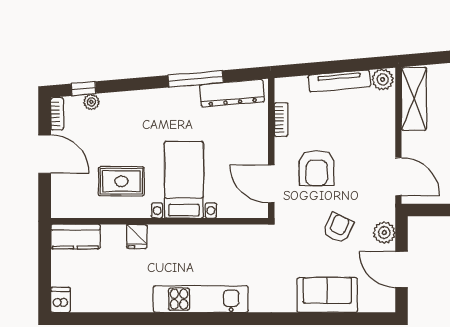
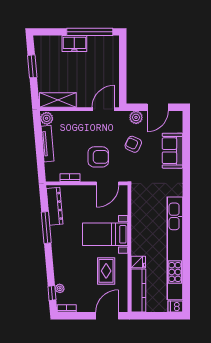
door: (45, 154) -> (107, 316), moved
kitchen counter: (75, 237) -> (138, 290), width x1.50
kitchen unit: (201, 299) -> (175, 248), width x1.86

